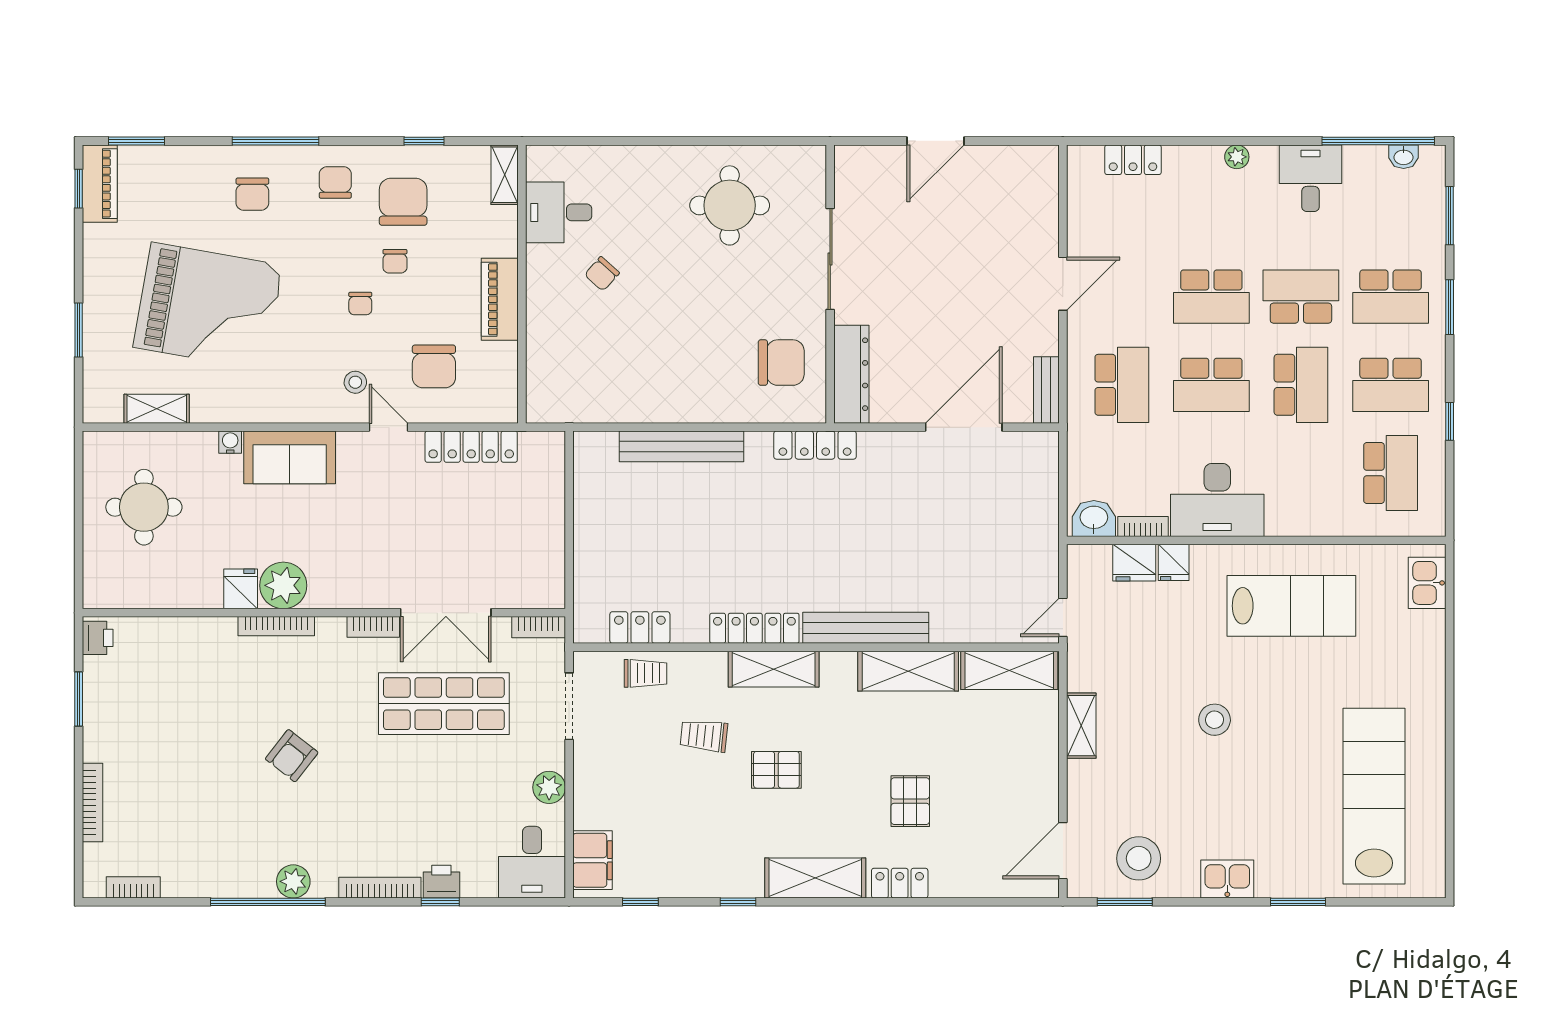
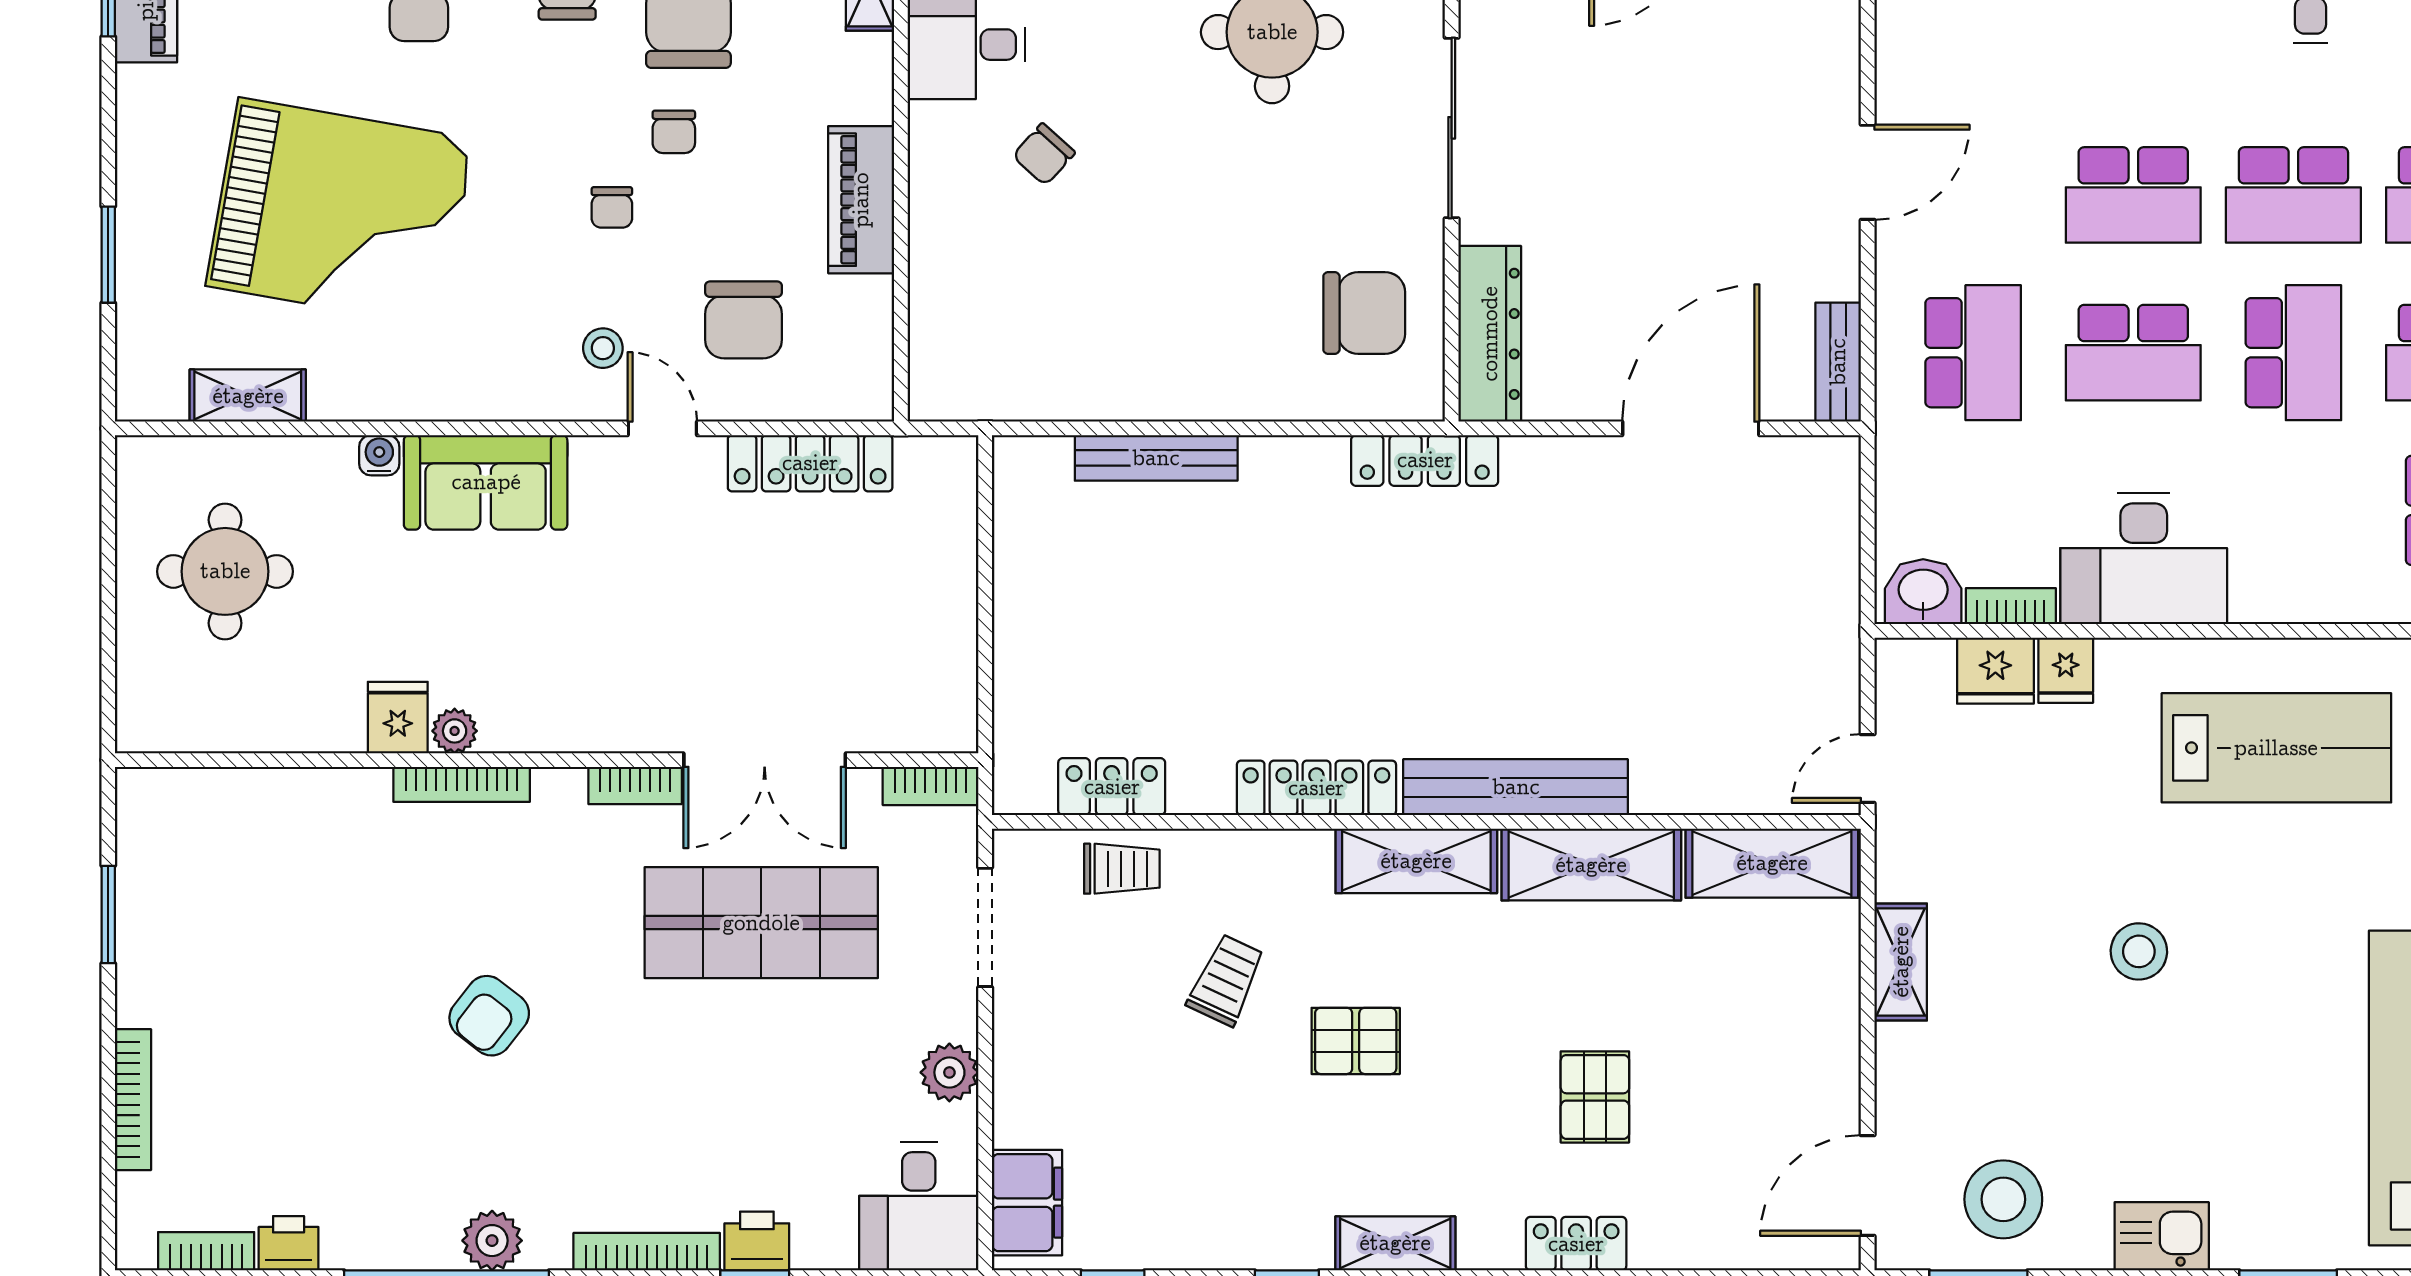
school desk: (1301, 297) -> (2293, 195), turned 180
bench: (681, 446) -> (1156, 458), width x0.73, depth x0.82
plant: (283, 585) -> (455, 731), width x0.53, depth x0.53
printer: (98, 638) -> (289, 1243), moved, turned -90
shelving: (774, 669) -> (1416, 861), moved
trolley: (704, 736) -> (1226, 980), turned 109
shelving: (815, 878) -> (1395, 1243), width x0.67, depth x0.75

